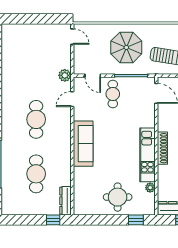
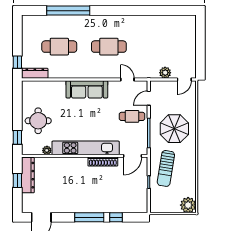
plant: (65, 75) -> (165, 73), moved
shoe rack: (162, 148) -> (103, 162), moved
kitchen unit: (147, 155) -> (86, 148), width x1.36

